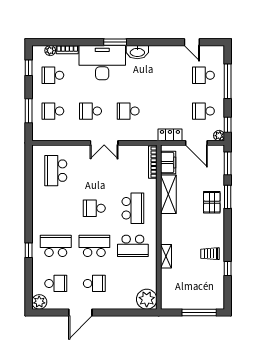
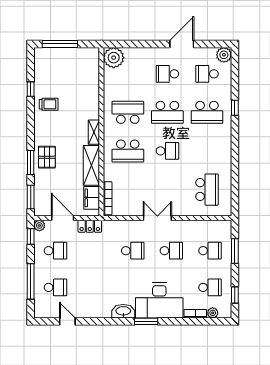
school desk: (133, 208) -> (128, 151), turned -90
shelving: (166, 256) -> (94, 132), moved

